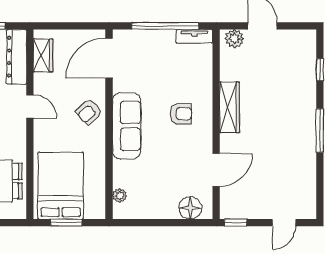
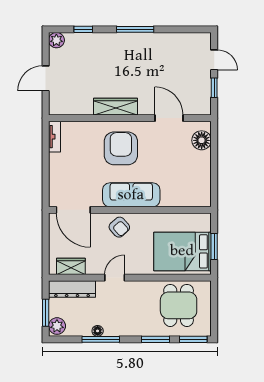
window: (165, 26) -> (46, 162), removed
plant: (234, 39) -> (56, 40), moved
armchair: (181, 114) -> (121, 148), width x1.88, depth x1.88
plant: (120, 196) -> (191, 201), removed
window: (236, 223) -> (214, 88), moved

